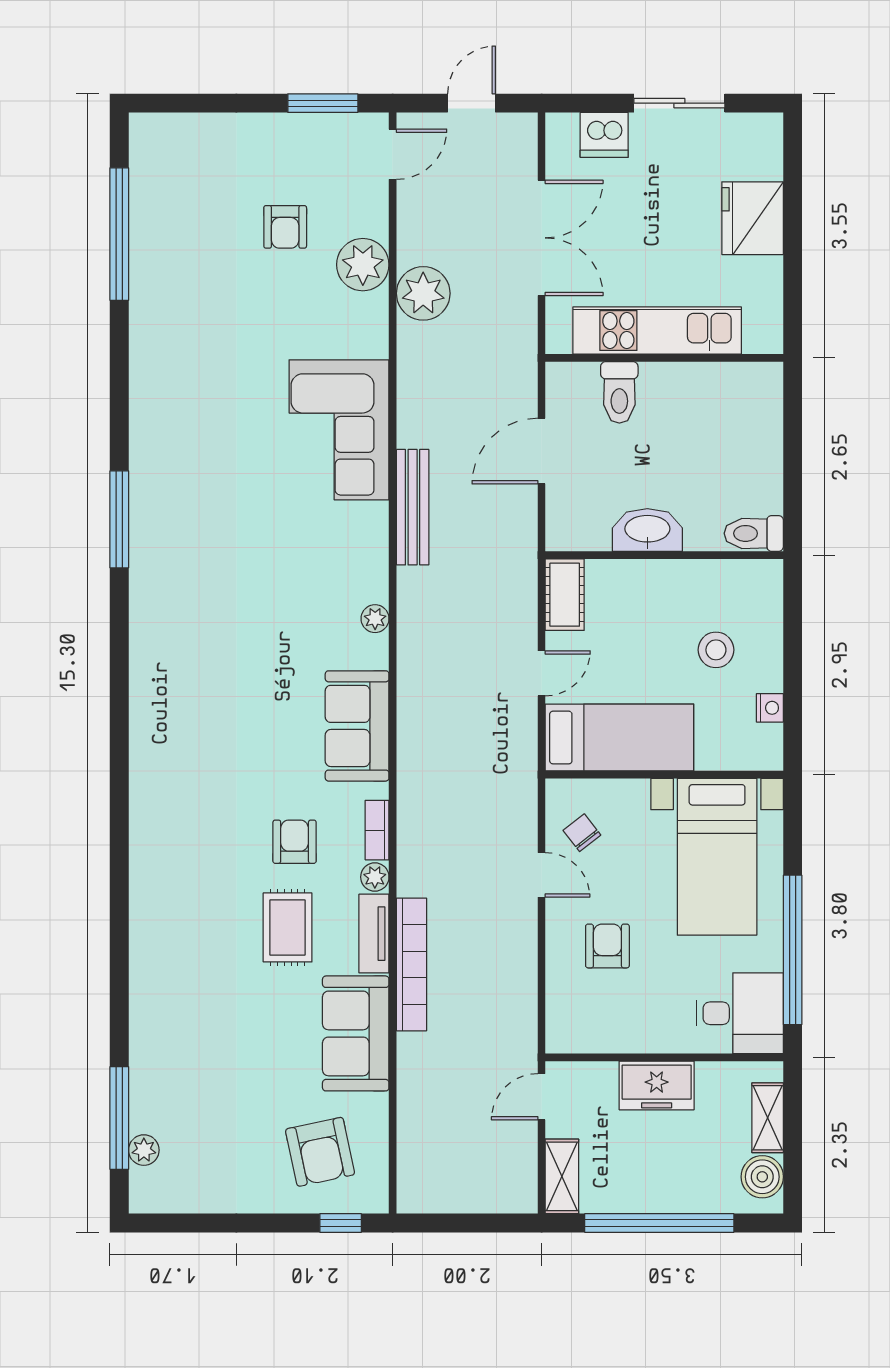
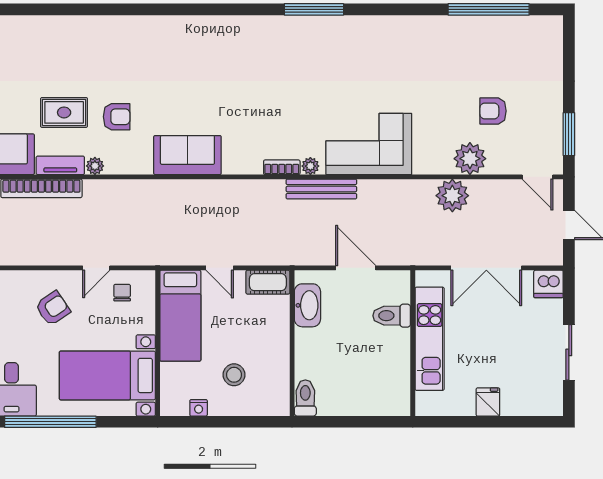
dishwasher: (604, 135) -> (548, 284), moved, turned -90
fridge: (753, 218) -> (488, 402), width x0.53, depth x0.75
washbasin: (647, 530) -> (307, 305), moved
plant: (375, 619) -> (310, 166), moved
bookcase: (377, 830) -> (282, 167), moved
chair: (582, 833) -> (122, 293), turned -52
armchair: (607, 946) -> (53, 308), turned -34

